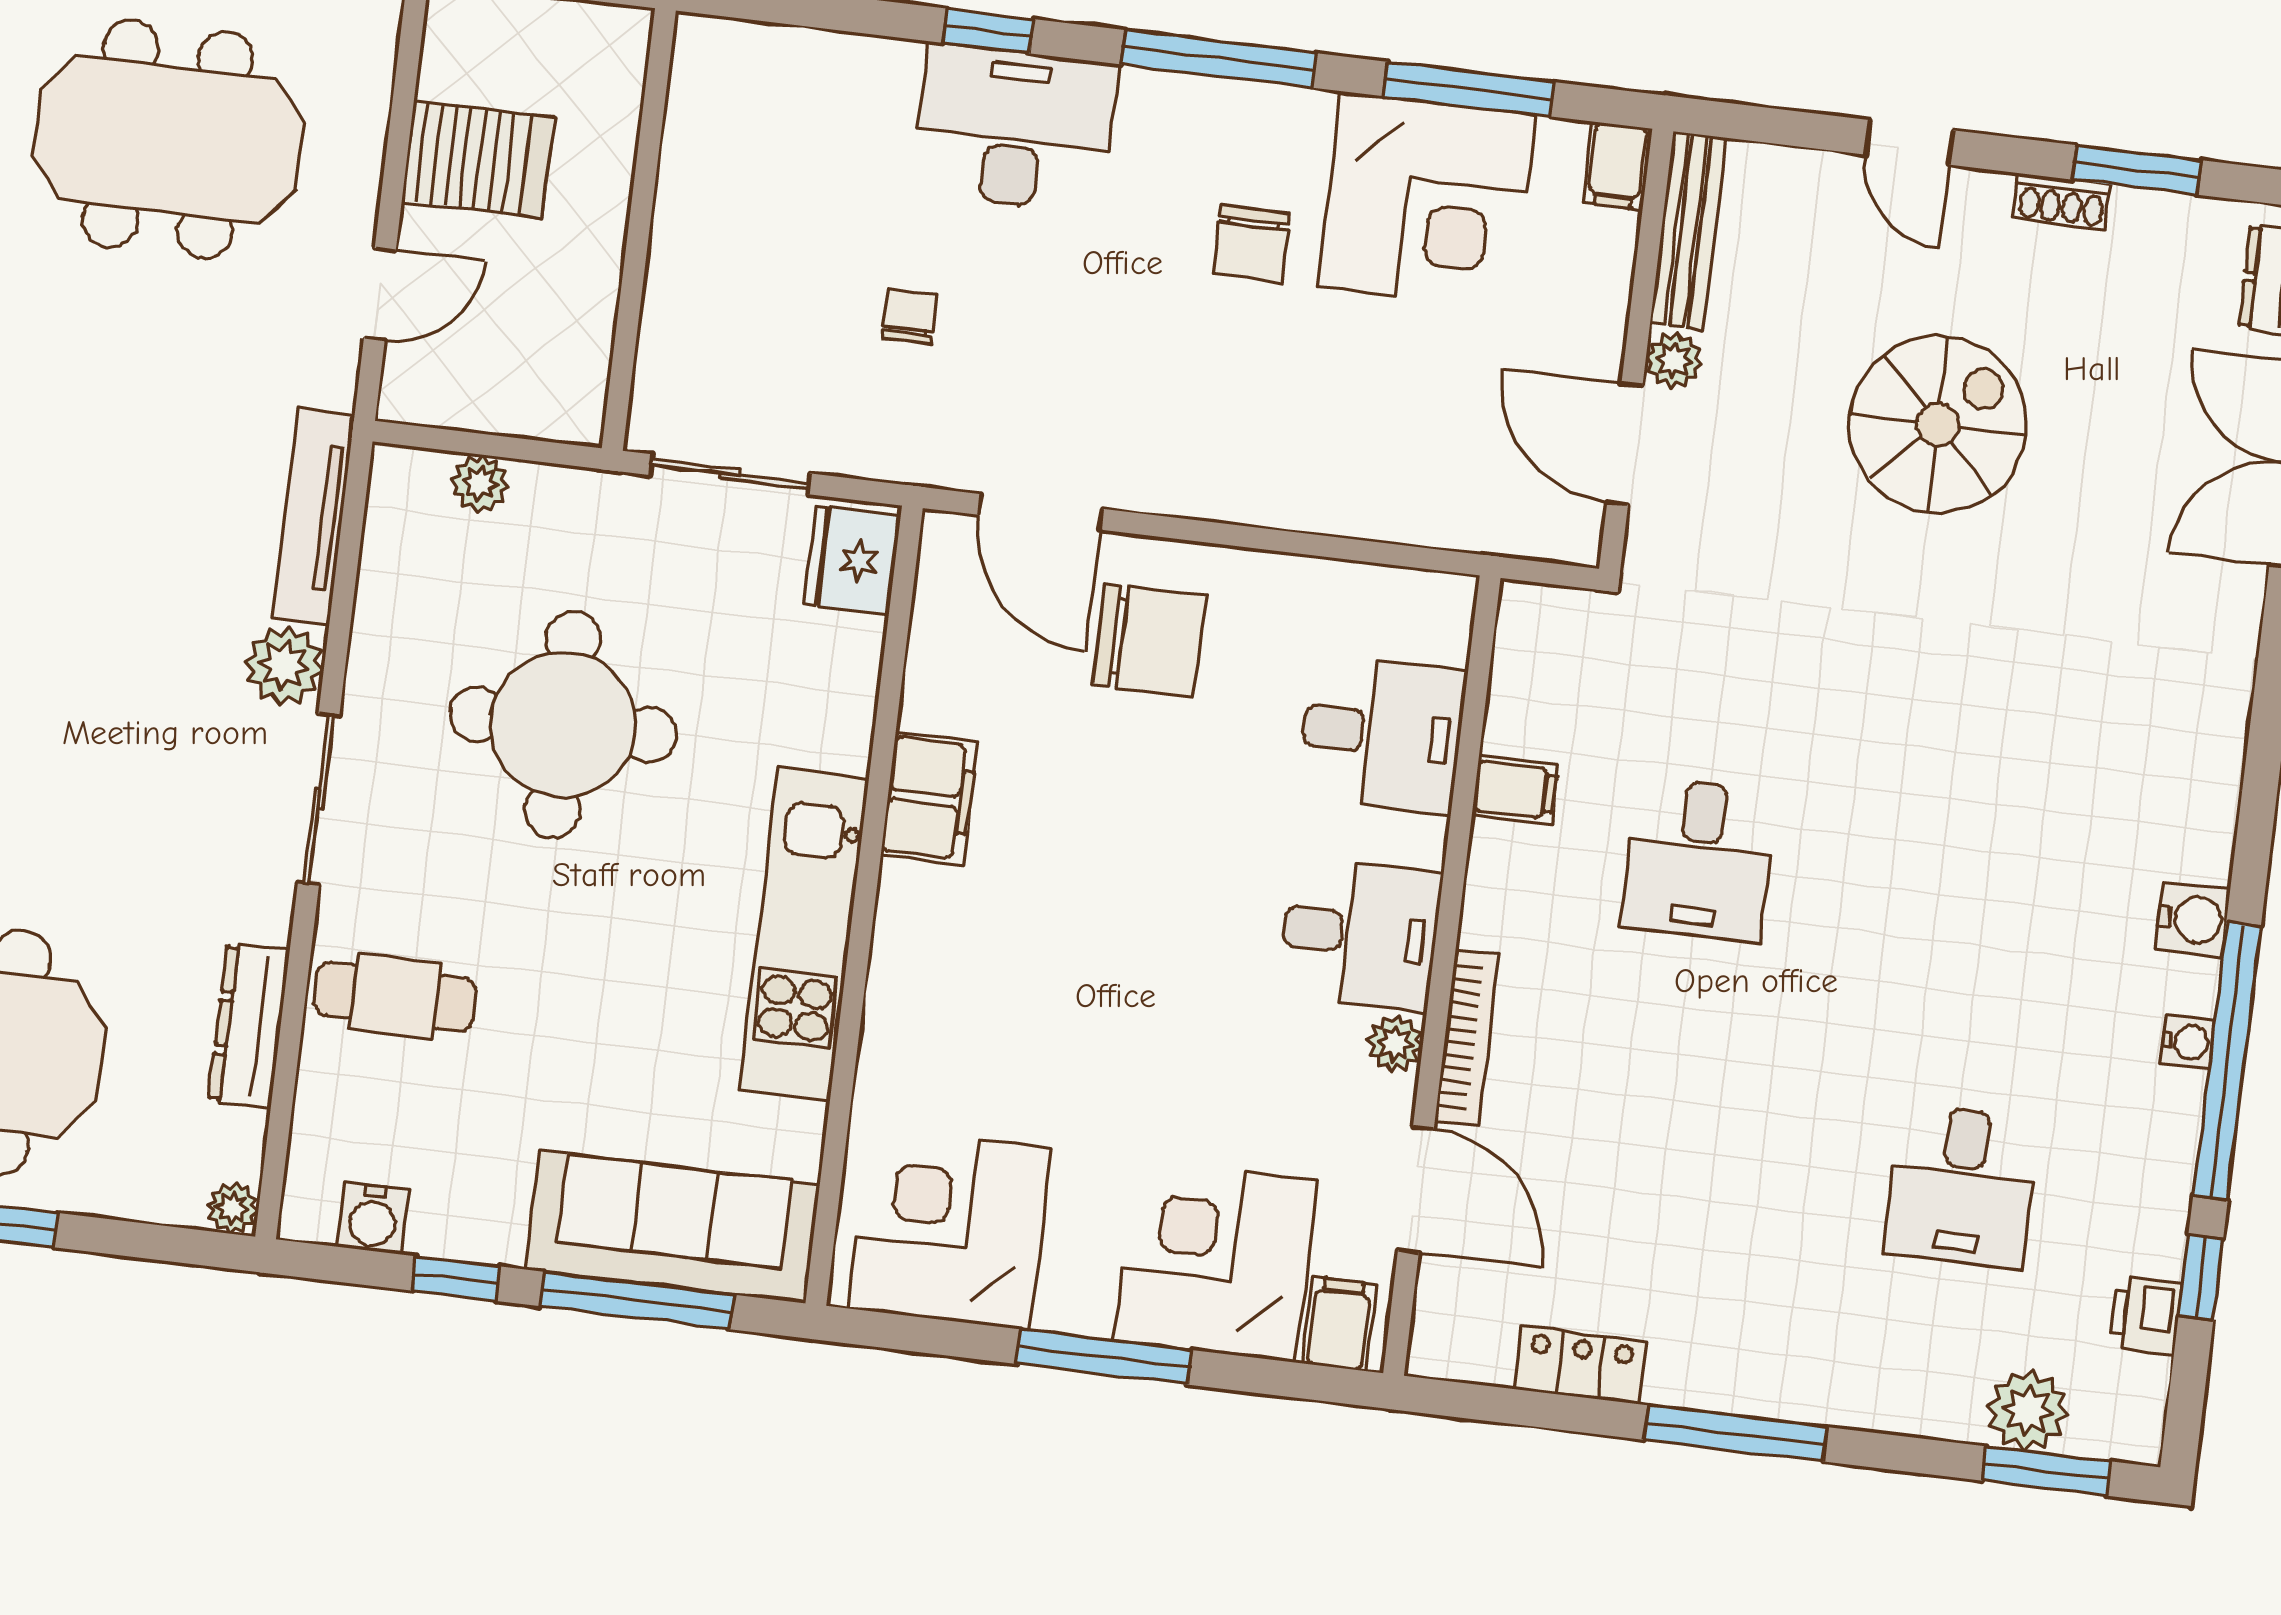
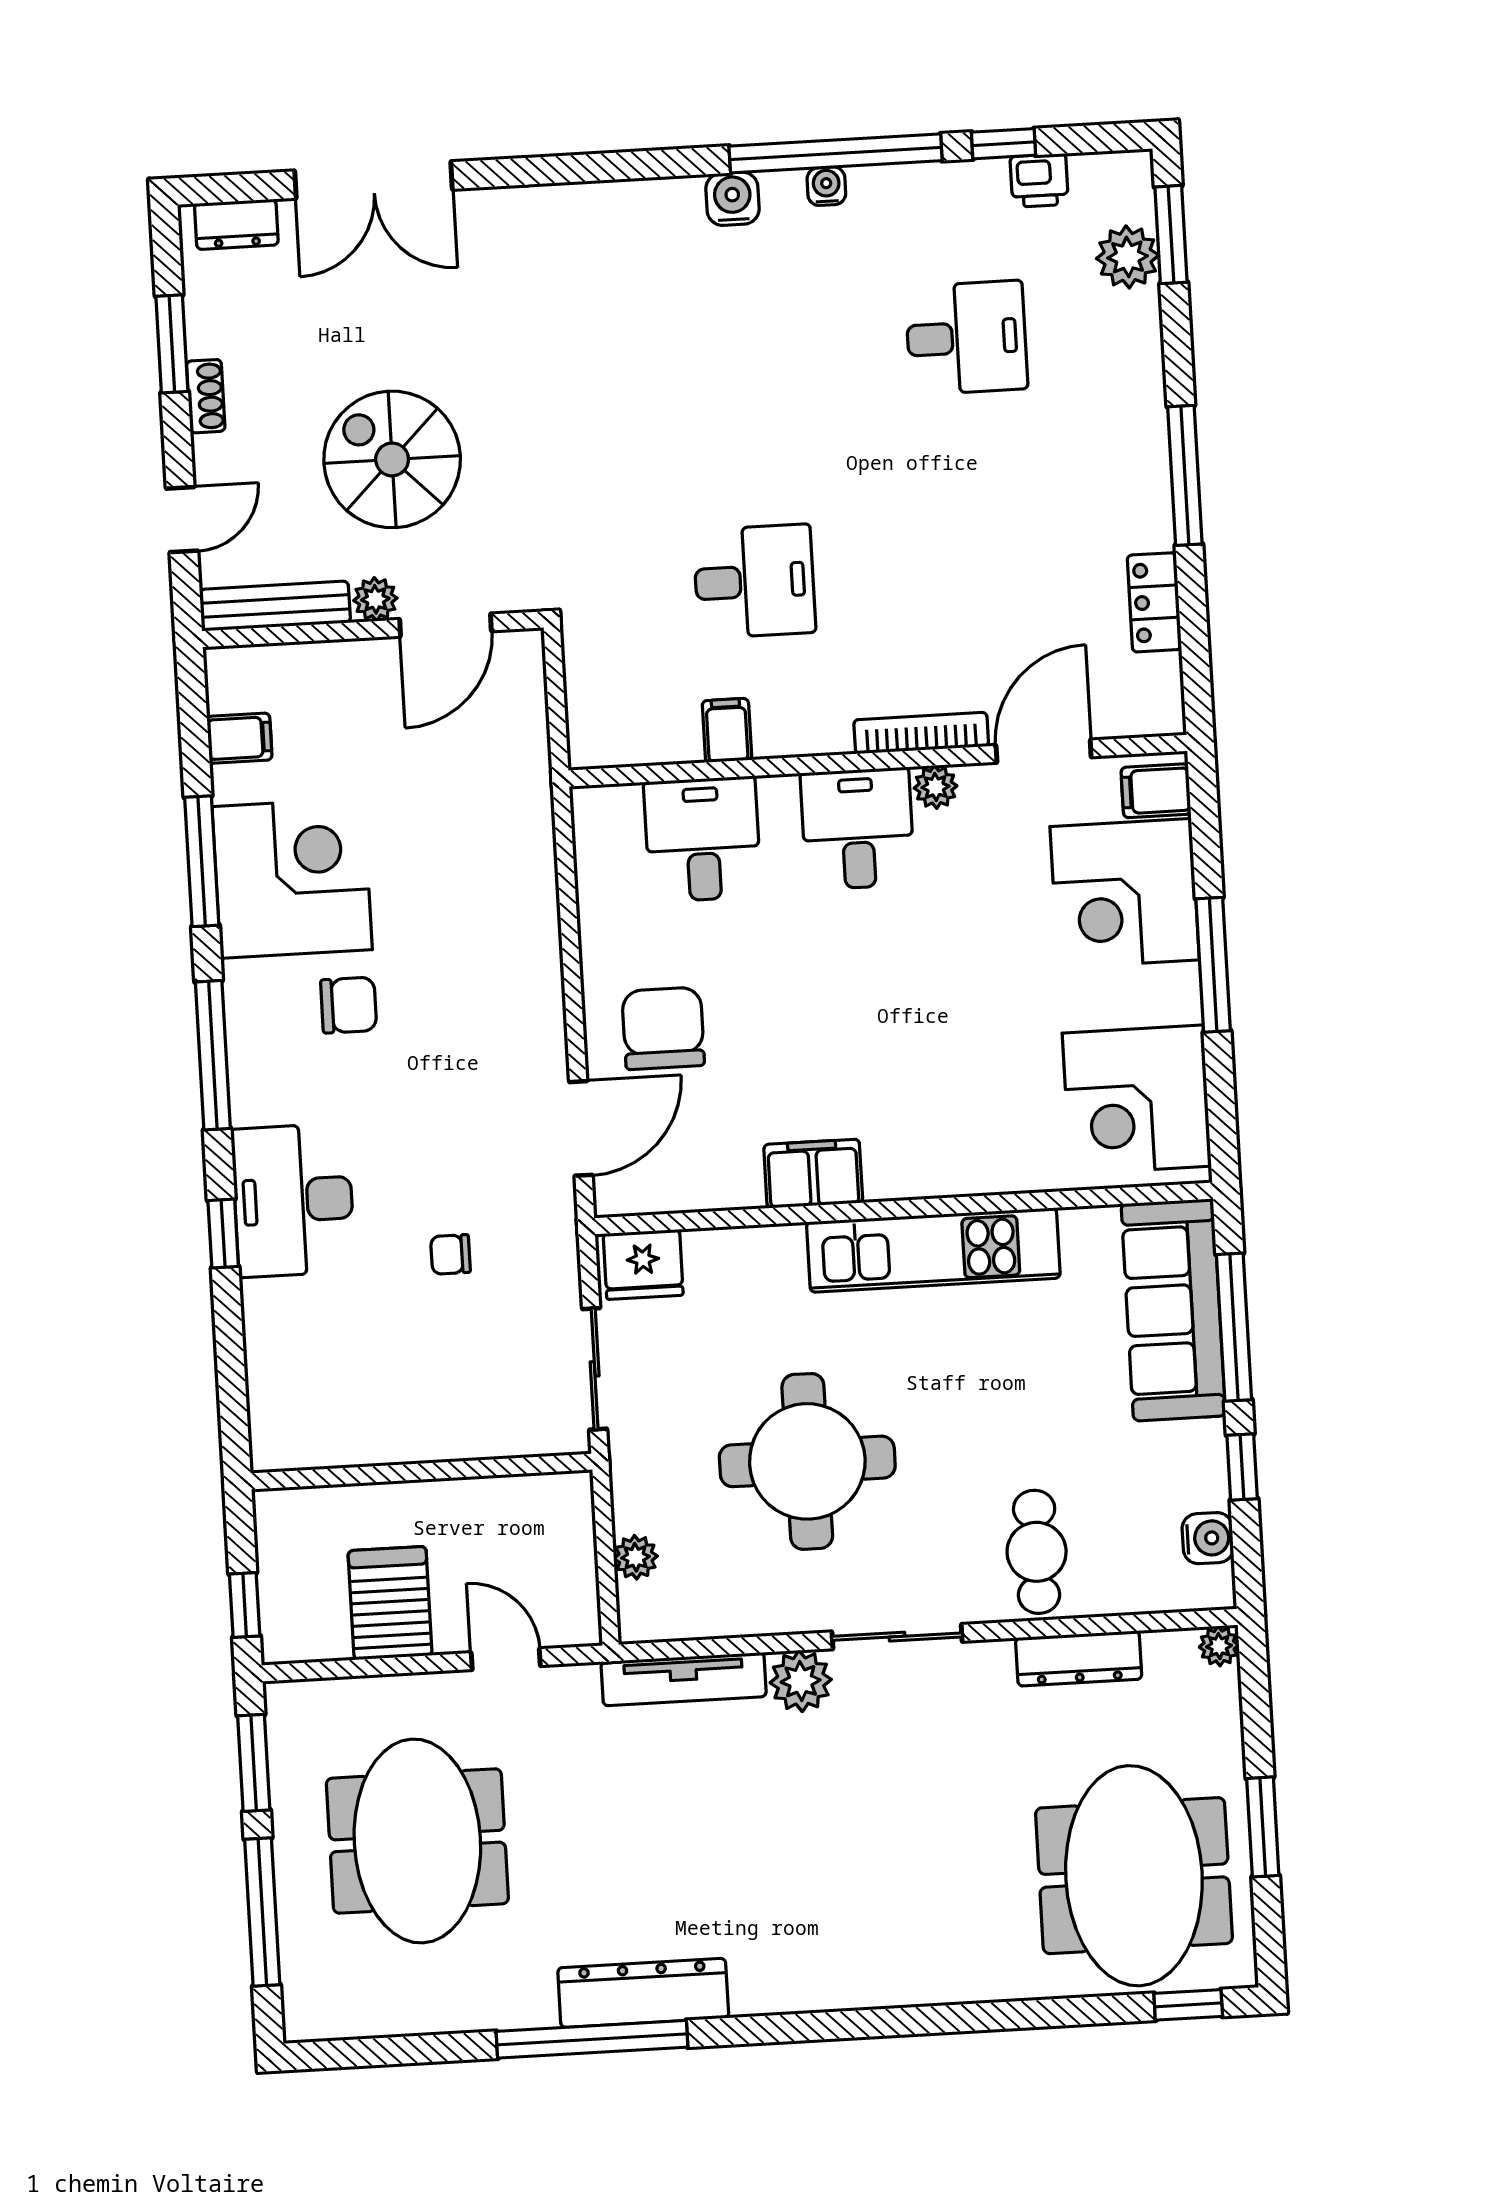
bench: (1688, 230) -> (275, 606), moved
wall: (1636, 350) -> (373, 629), moved
plant: (1674, 360) -> (375, 599), moved
door: (1625, 444) -> (446, 625), moved

